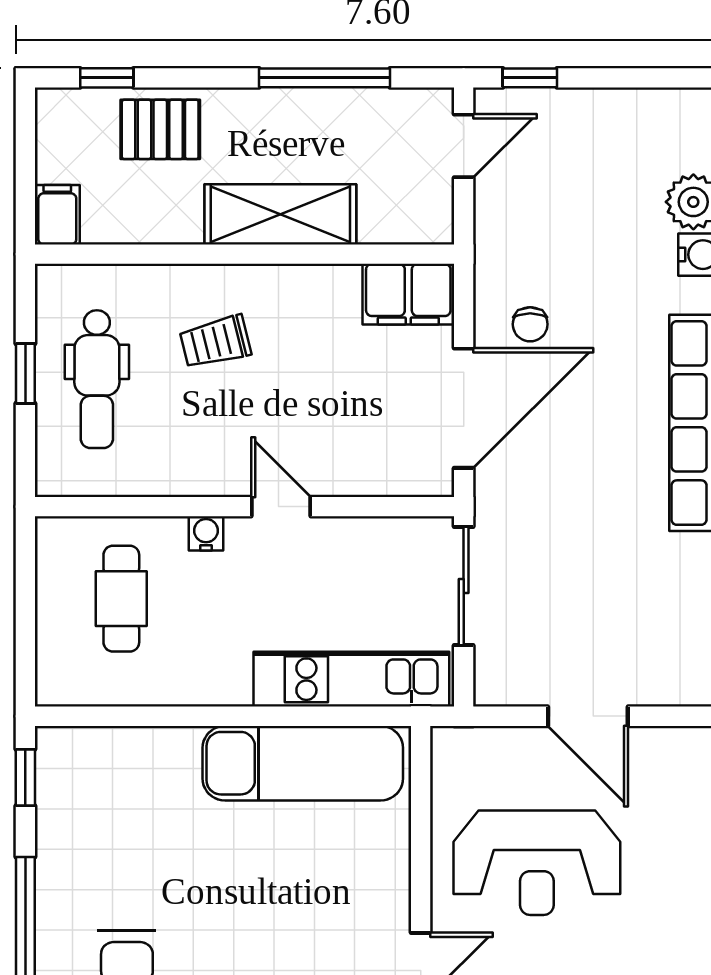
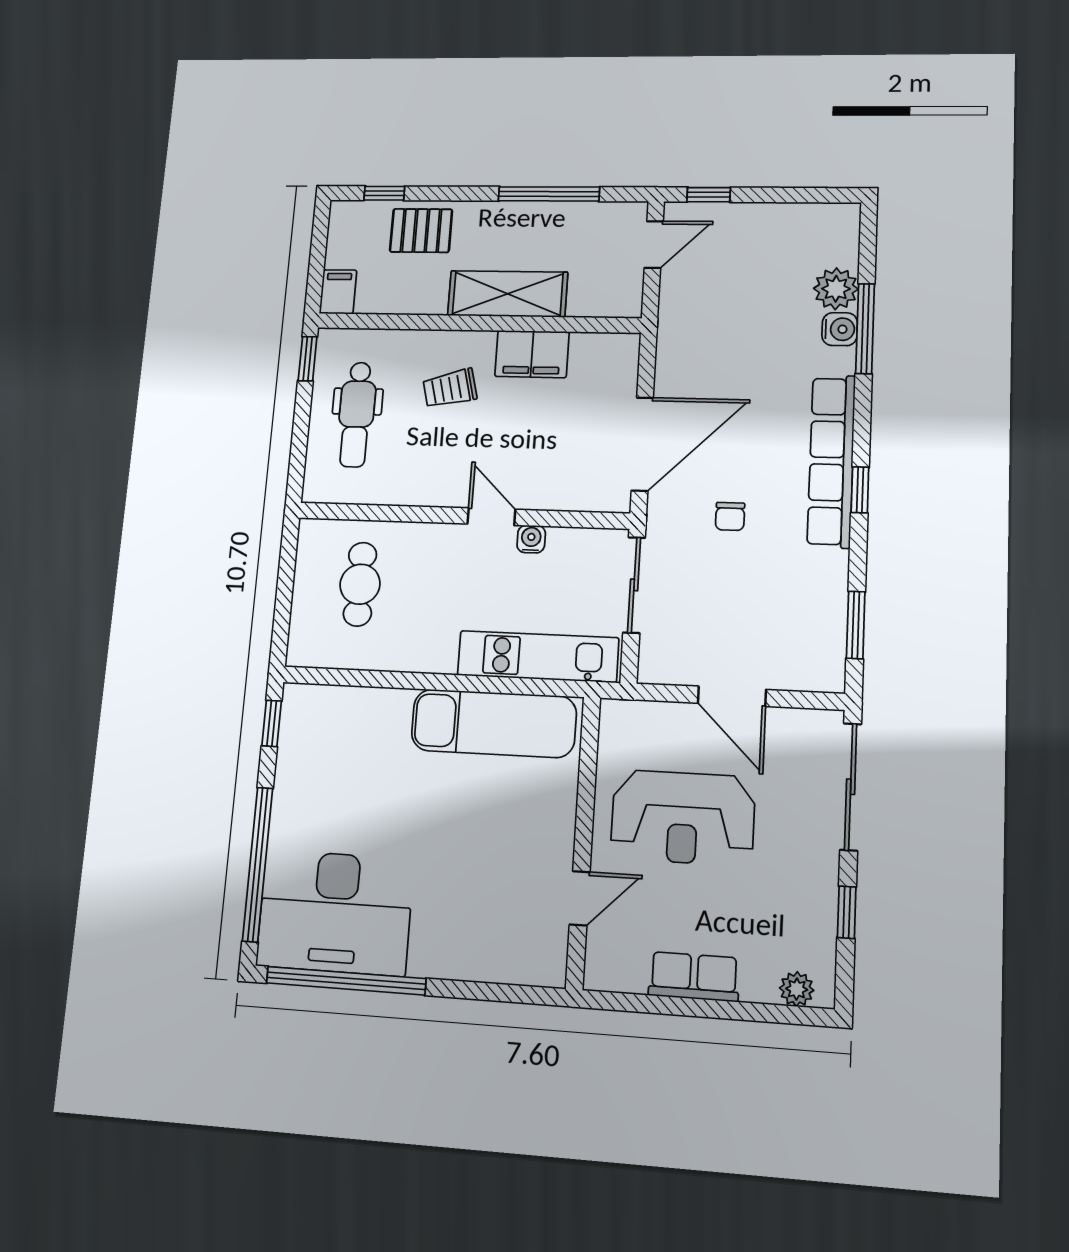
filing cabinet: (408, 294) -> (532, 354), moved
chair: (530, 324) -> (730, 516), moved
window: (25, 374) -> (308, 359), moved
water cooler: (206, 533) -> (531, 539), moved

